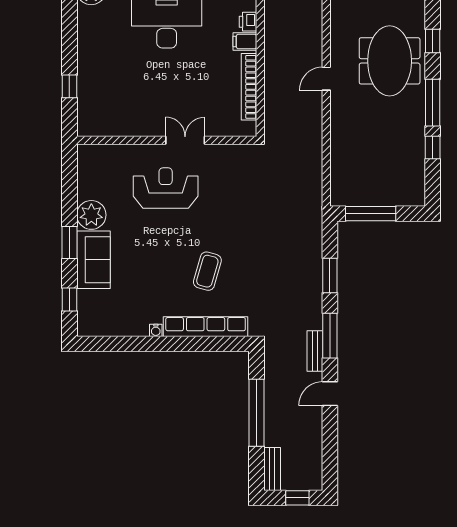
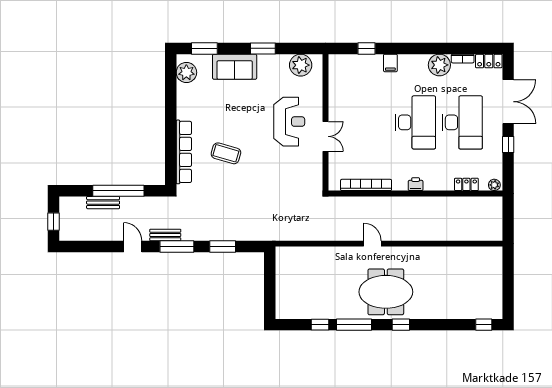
filing cabinet: (245, 41) -> (390, 63), moved, turned 180
window: (371, 214) -> (270, 277), removed
plant: (91, 215) -> (301, 65), moved
window: (69, 242) -> (263, 48), moved
window: (69, 300) -> (204, 48), width x1.50
plant: (101, 323) -> (186, 72), added
water cooler: (156, 330) -> (181, 114), removed
bench: (272, 469) -> (103, 203), moved

